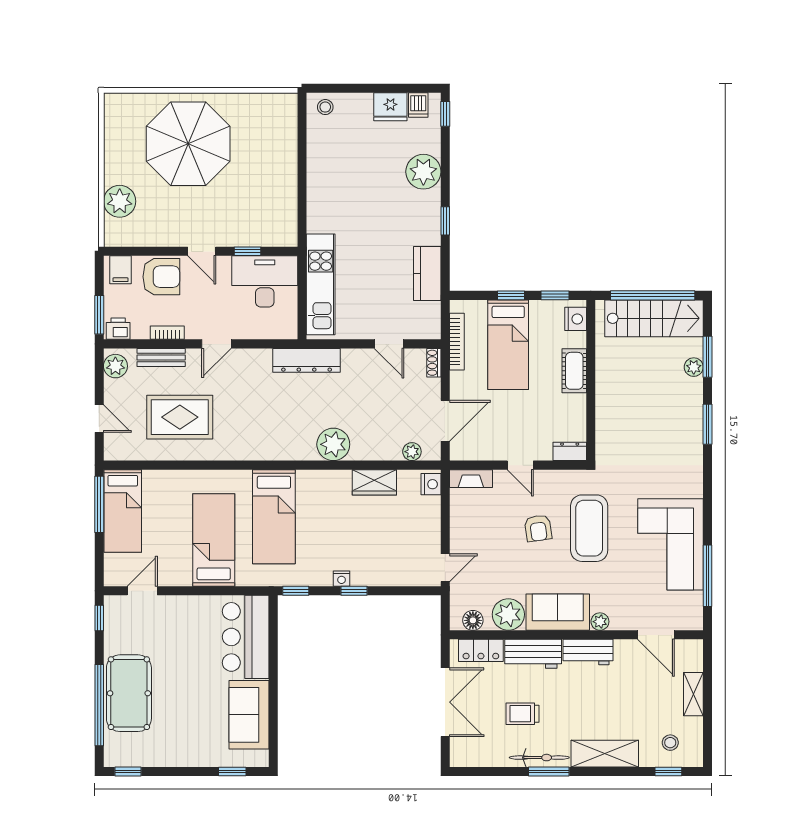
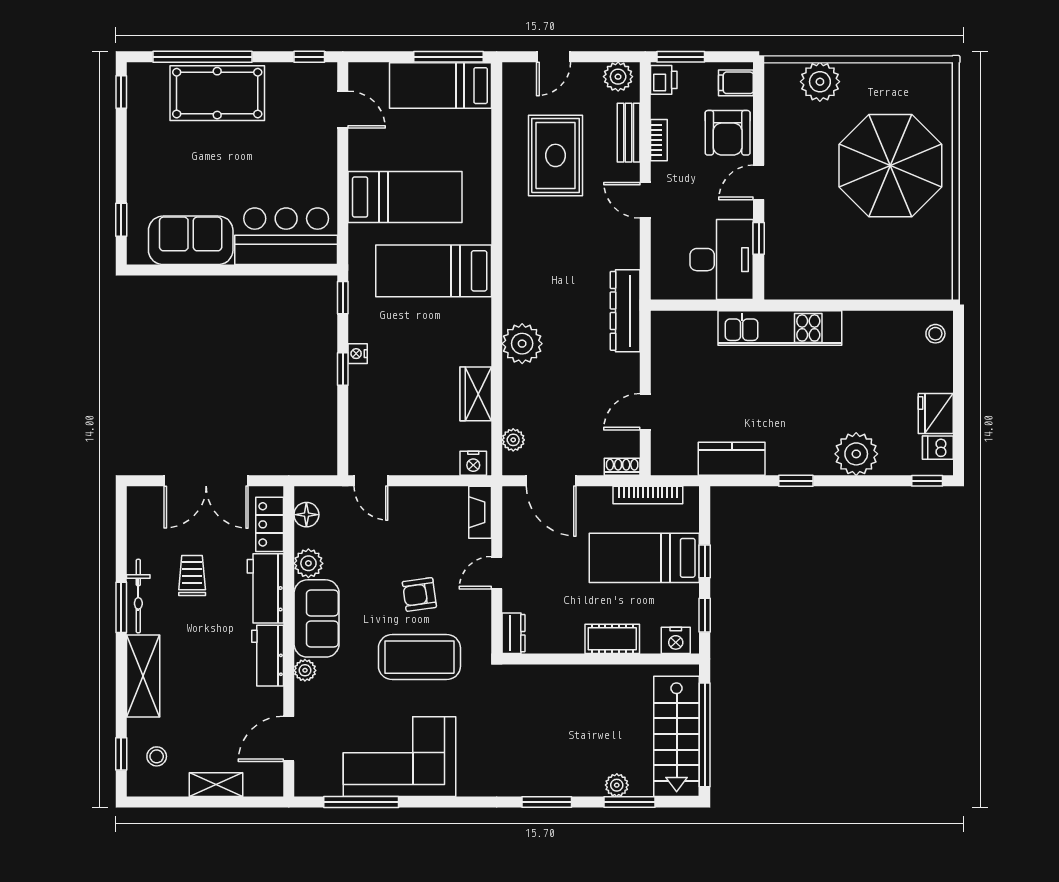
kitchen unit: (321, 284) -> (780, 328), moved
plant: (508, 614) -> (308, 563), width x0.73, depth x0.73

